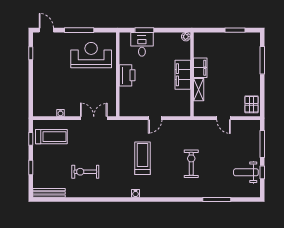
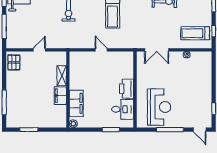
desk: (142, 44) -> (123, 109), moved, turned -90
reception desk: (91, 55) -> (159, 107), turned -90
filing cabinet: (183, 75) -> (76, 103), moved
door: (155, 118) -> (101, 50), hinge flipped
door: (224, 118) -> (39, 50), hinge flipped

